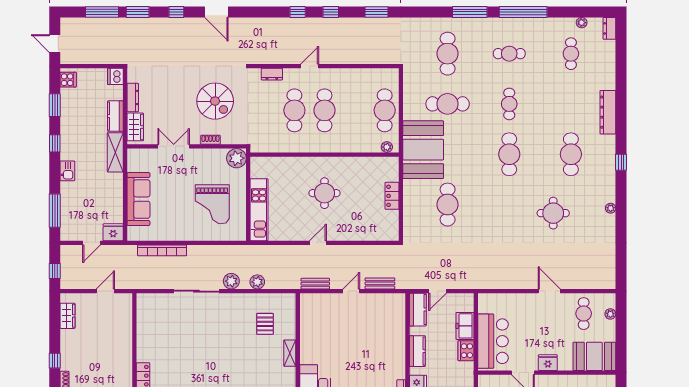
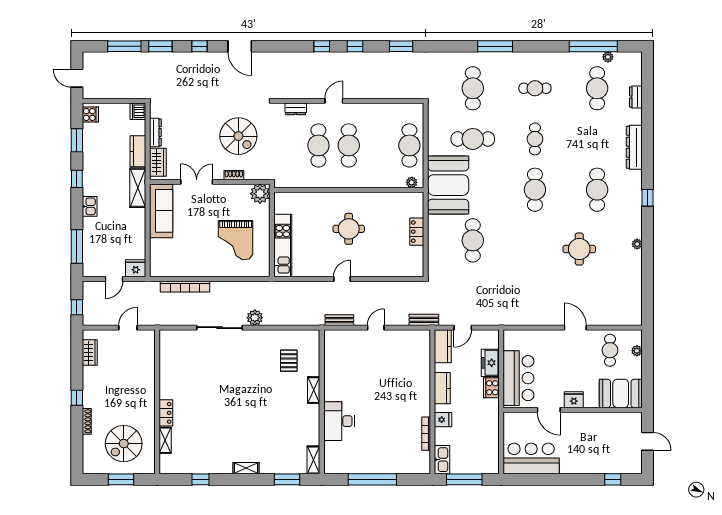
window: (523, 12) -> (593, 46), moved
dresser: (609, 28) -> (636, 97), moved
cafe table: (571, 54) -> (597, 88), width x1.37, depth x1.35
sofa: (138, 199) -> (161, 211), moved
plant: (257, 282) -> (281, 318), removed
bench: (380, 283) -> (424, 320), moved

